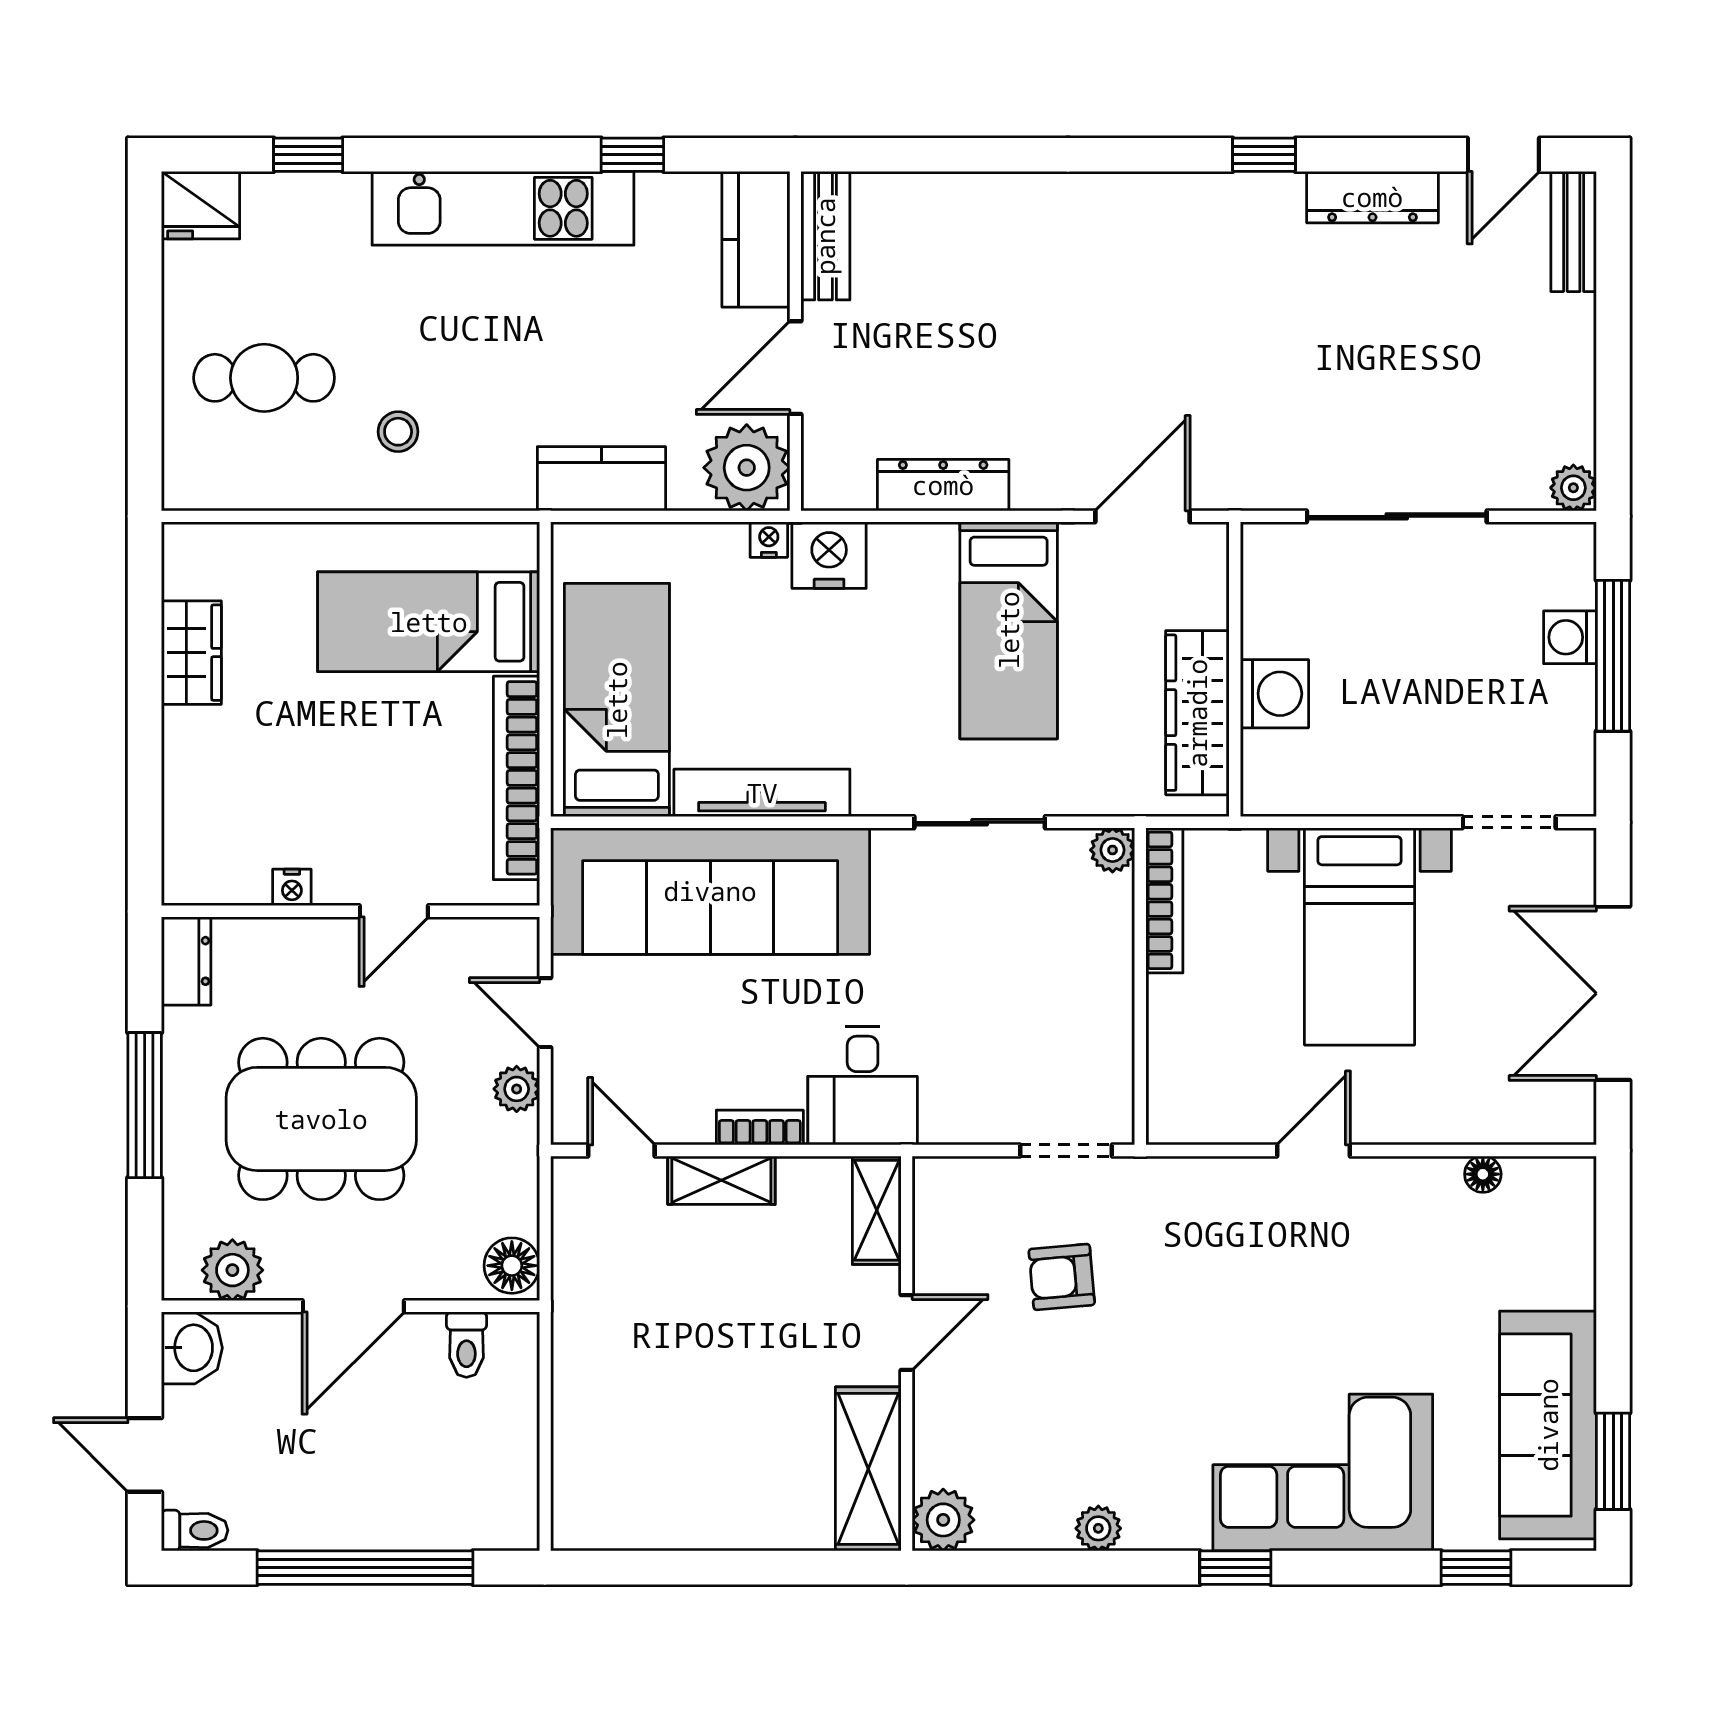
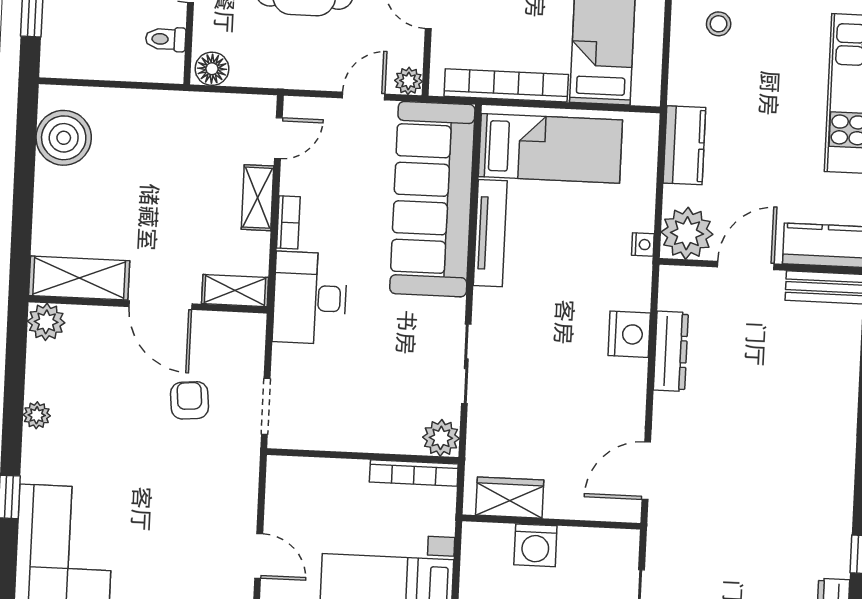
door: (795, 368) -> (746, 265), hinge flipped
door: (1142, 516) -> (646, 471), swing flipped
nightstand: (829, 555) -> (629, 334), moved
bed: (1009, 630) -> (581, 387), removed
wardrobe: (1197, 713) -> (510, 498), width x0.67
plant: (1113, 850) -> (441, 438), width x1.38, depth x1.38
desk: (863, 1086) -> (310, 298), width x1.37
plant: (517, 1089) -> (409, 81), moved
door: (907, 1332) -> (160, 305), width x1.38
boiler: (638, 1505) -> (64, 138), added

